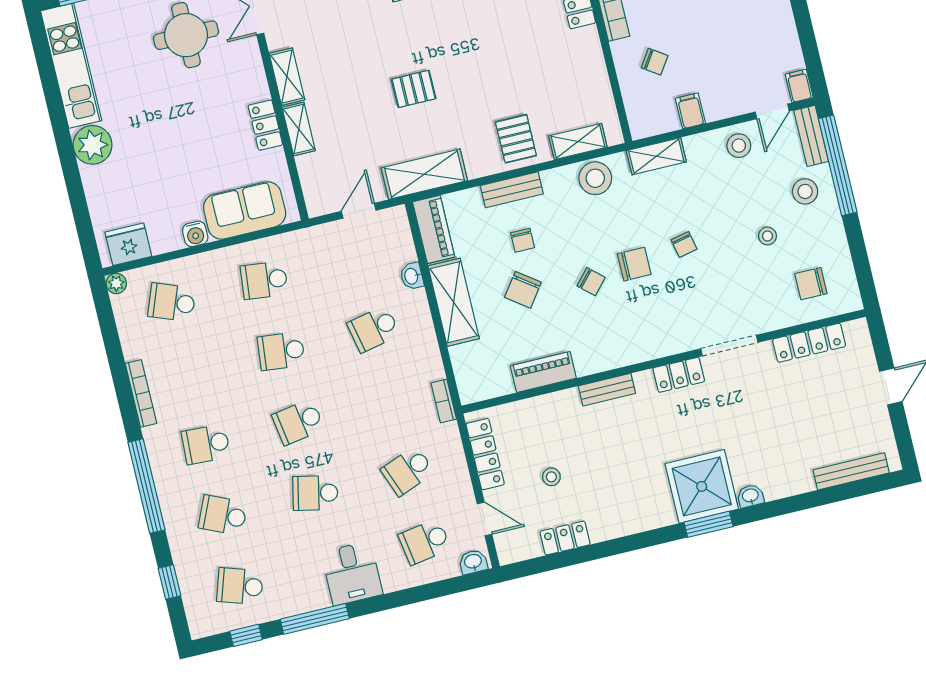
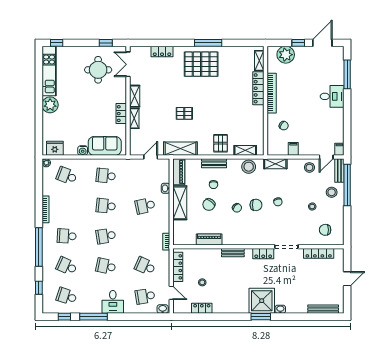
school desk: (408, 471) -> (145, 266), turned 45

